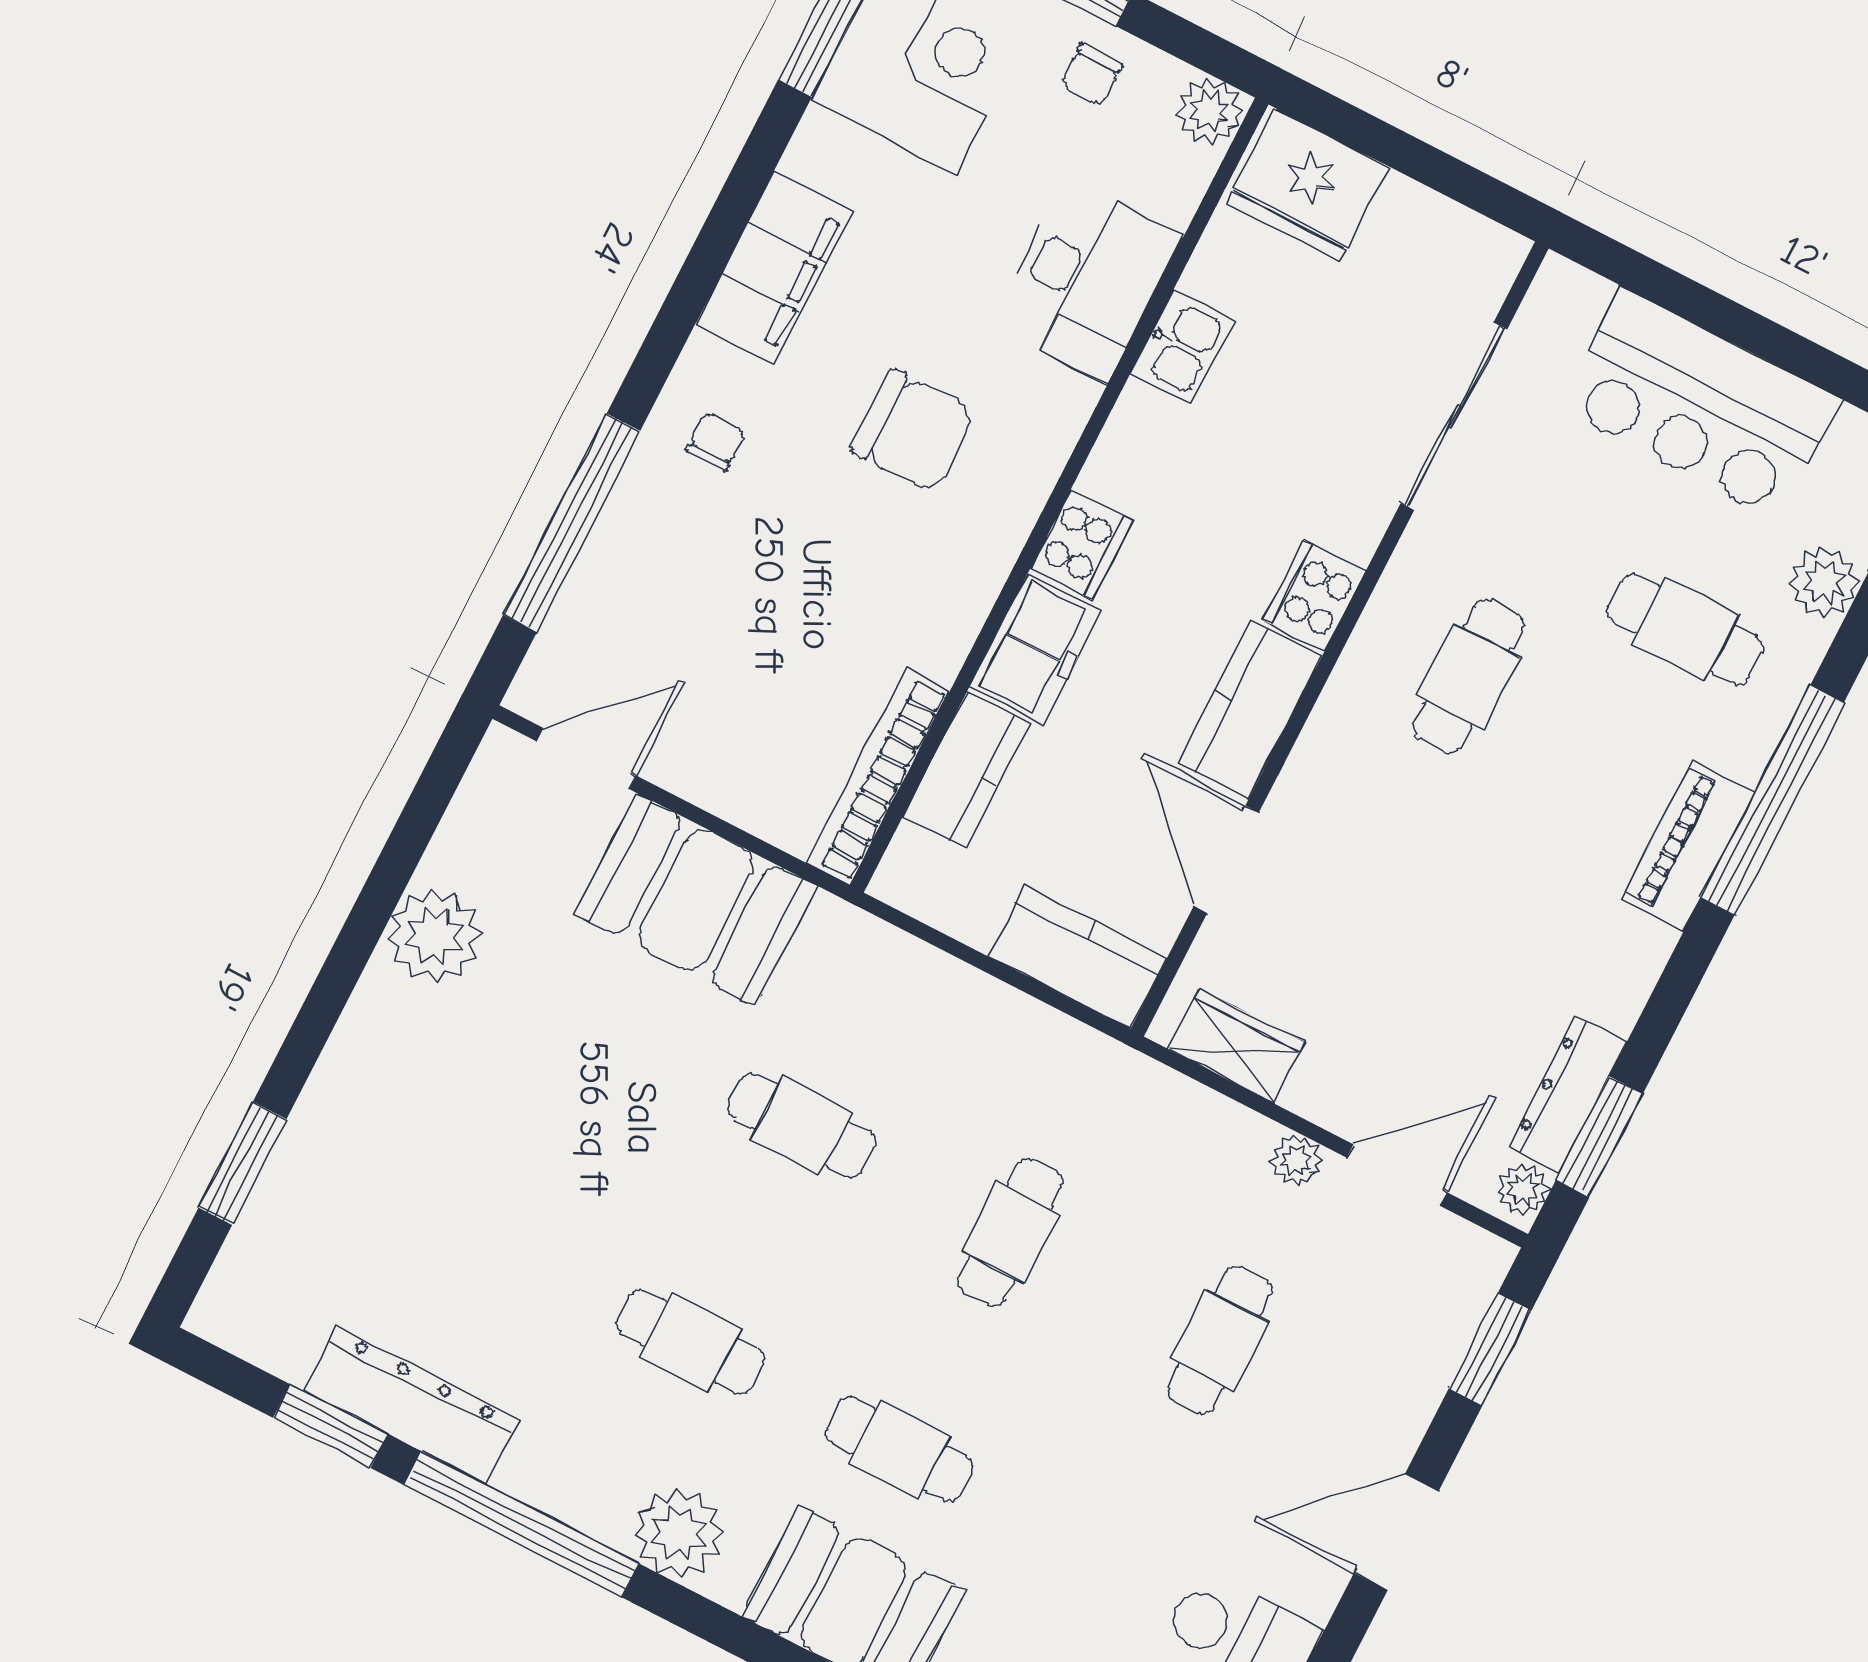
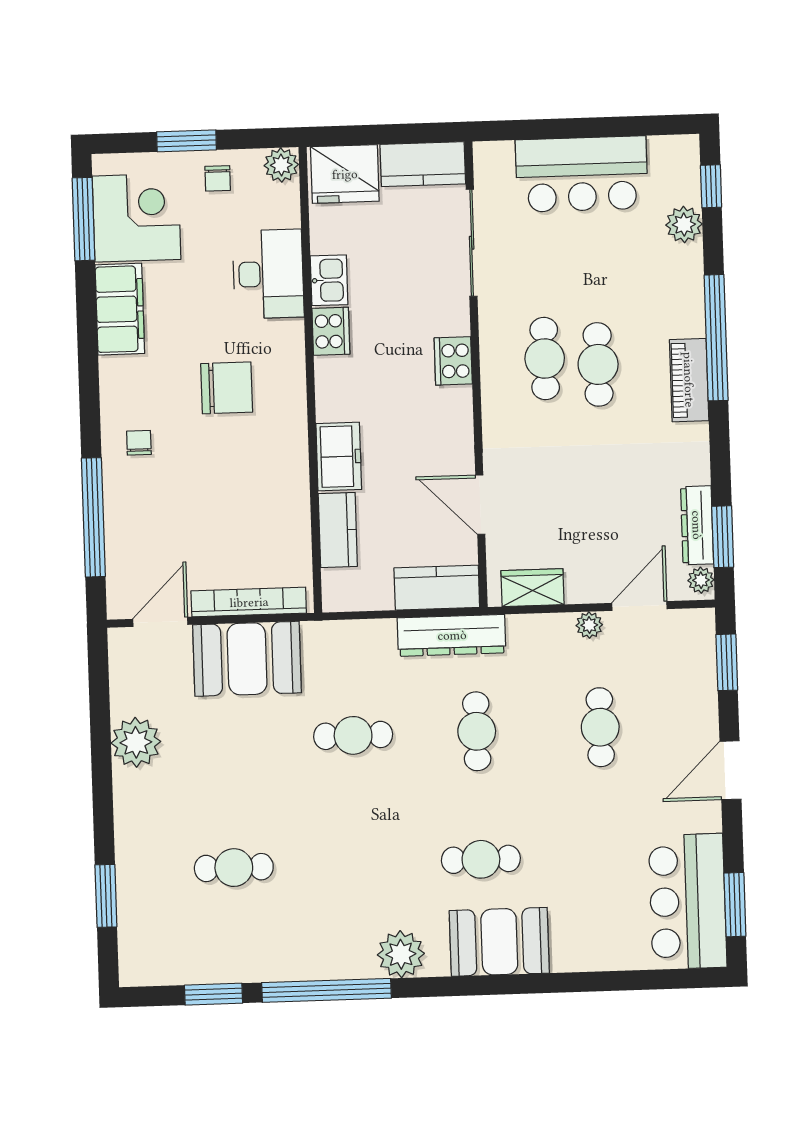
filing cabinet: (774, 268) -> (120, 309), moved
cooker: (1081, 544) -> (331, 331), moved
cafe table: (1685, 629) -> (598, 364), moved, turned 90
kitchen counter: (1250, 709) -> (423, 164), moved, turned -90
bookcase: (878, 777) -> (249, 602), moved, turned 90
cafe table: (690, 1342) -> (234, 868), moved
dresser: (411, 1405) -> (452, 635), moved, turned 180

